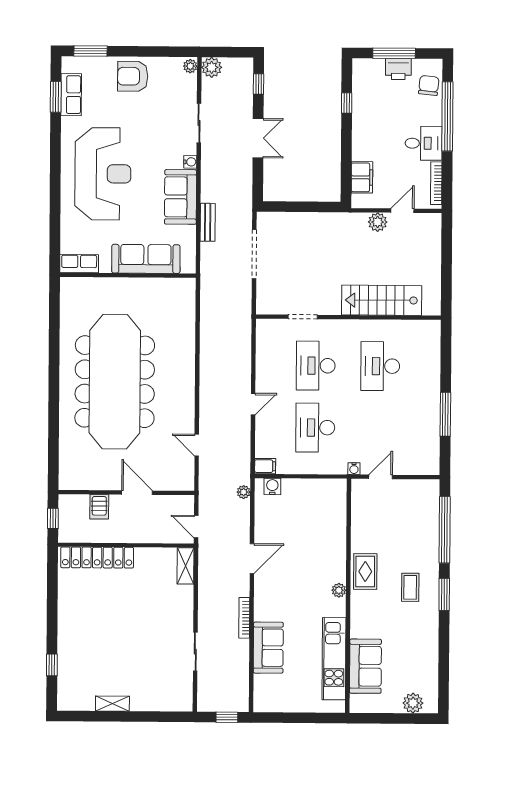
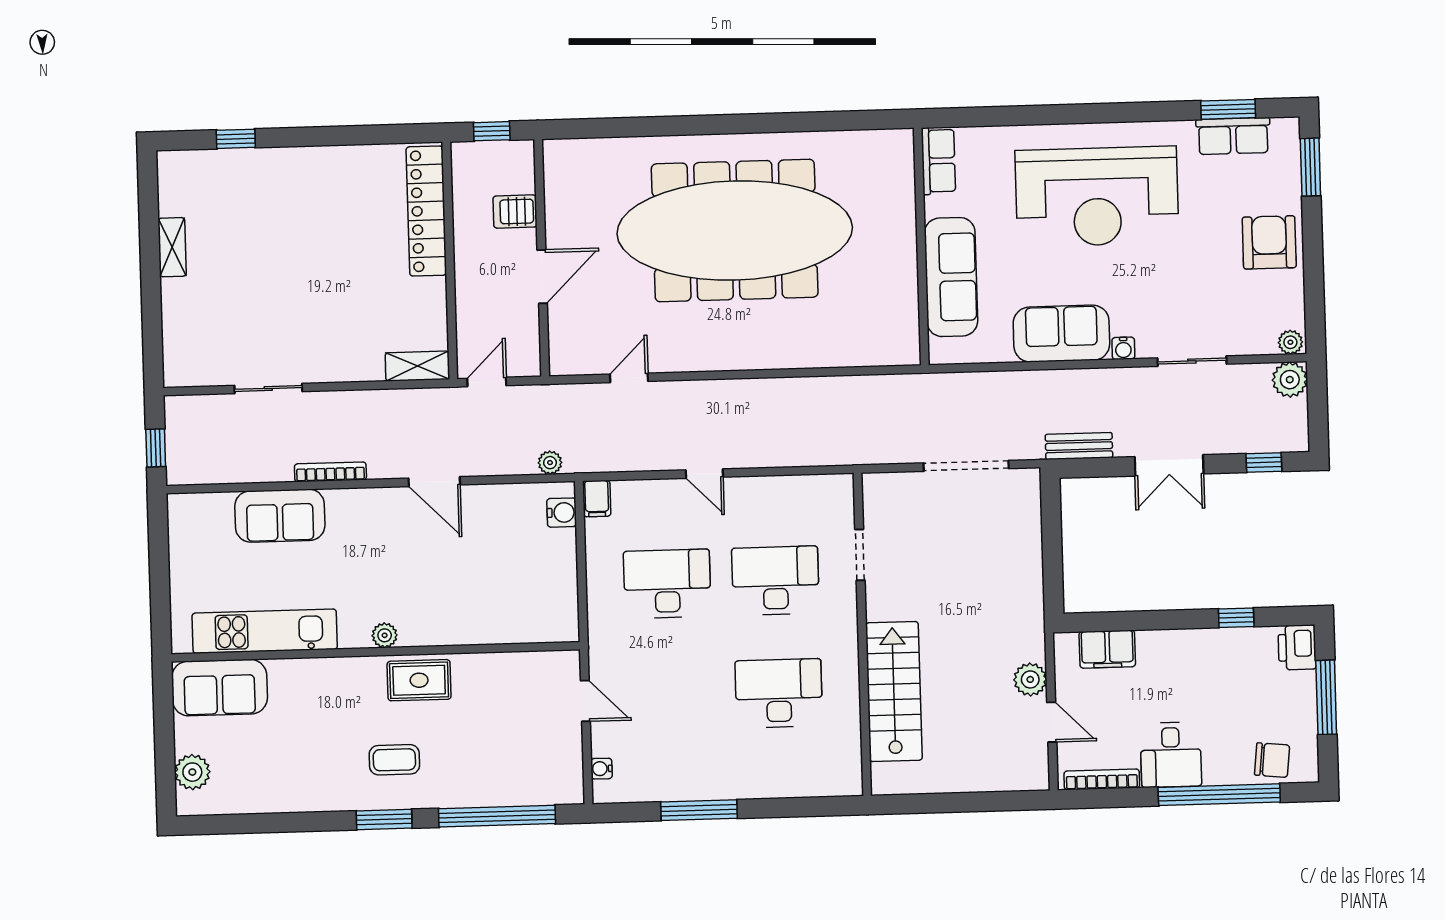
printer: (398, 69) -> (1297, 647), moved
bench: (208, 222) -> (1079, 446), moved
water cooler: (354, 469) -> (601, 769), moved
sofa: (365, 666) -> (220, 688), moved

